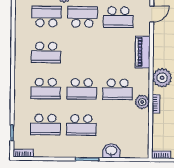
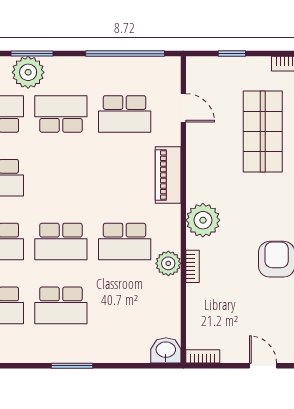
door: (152, 14) -> (183, 108), hinge flipped
washbasin: (111, 151) -> (166, 350), moved

